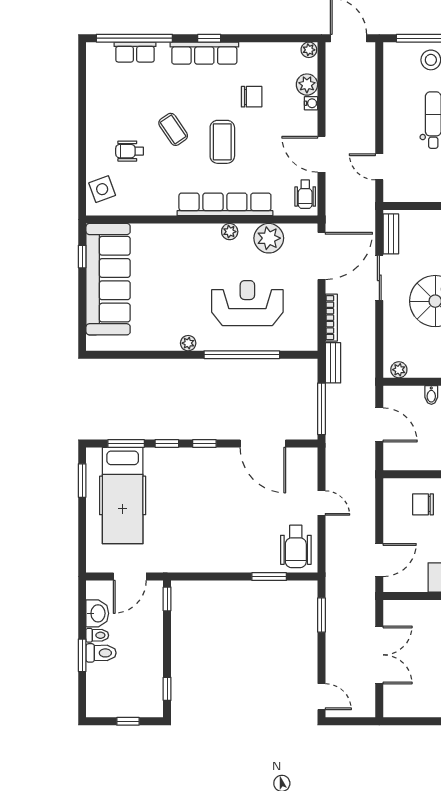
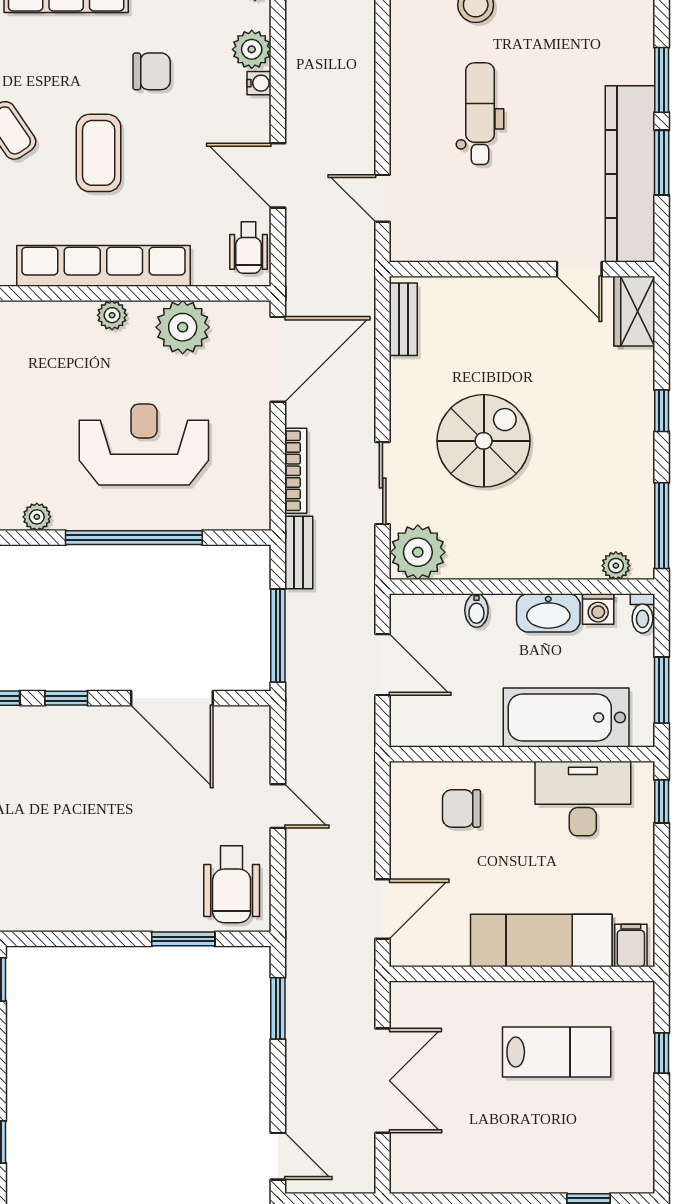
sliding door: (379, 278) -> (383, 483), moved
plant: (399, 370) -> (418, 552), width x1.88, depth x1.88

